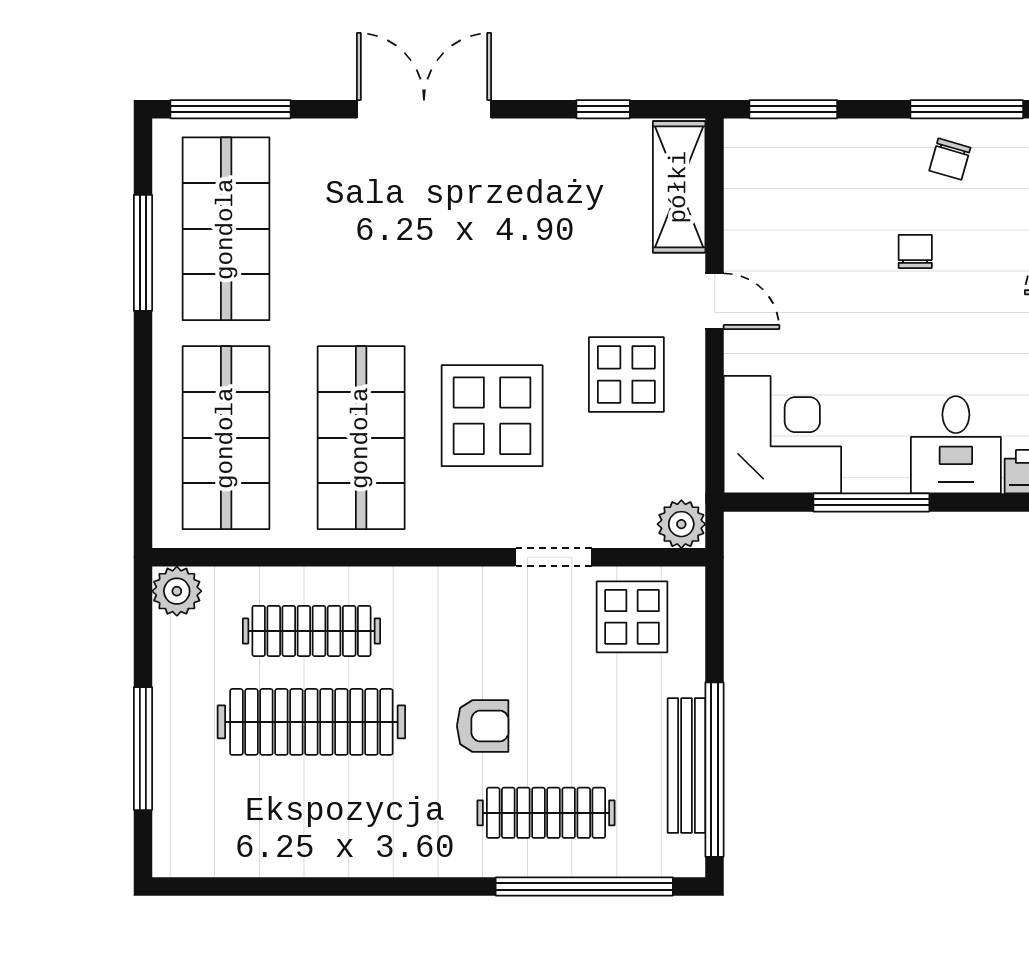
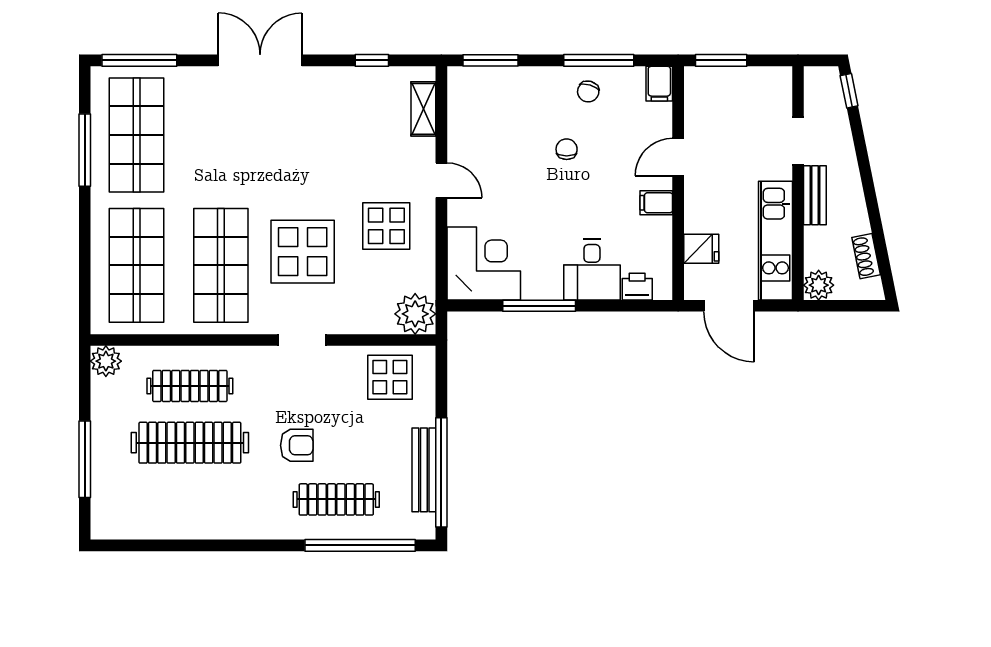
shelving: (679, 187) -> (423, 109), width x0.67, depth x0.75
plant: (681, 524) -> (415, 314), width x1.36, depth x1.36
doorway: (553, 557) -> (302, 340), moved

